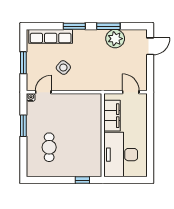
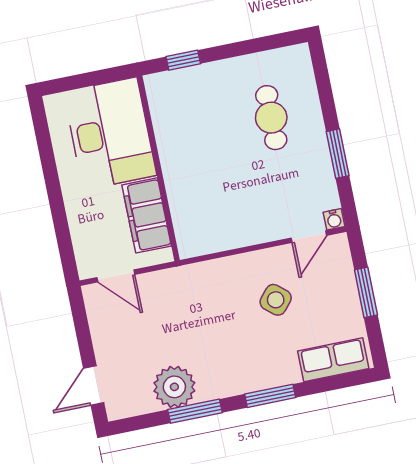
row of seats: (51, 36) -> (333, 360), width x0.68

